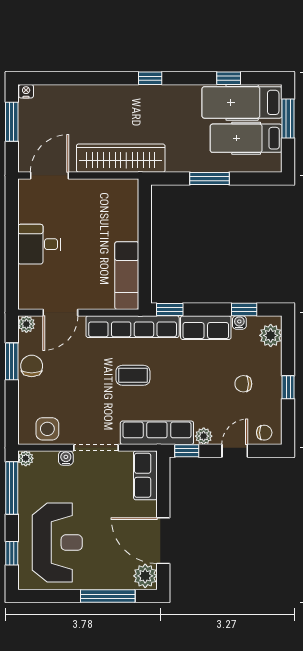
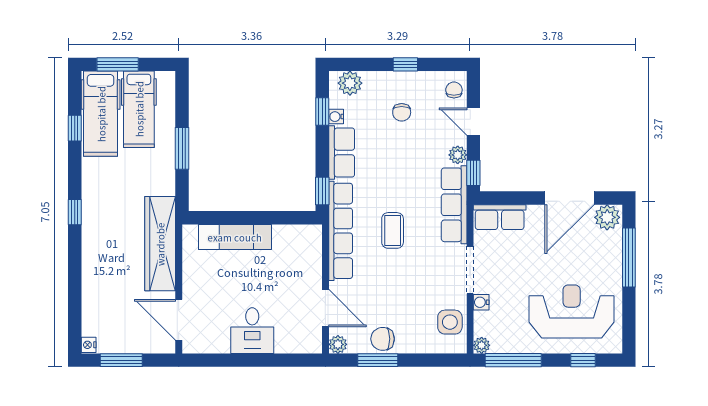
exam couch: (127, 276) -> (235, 237), moved

